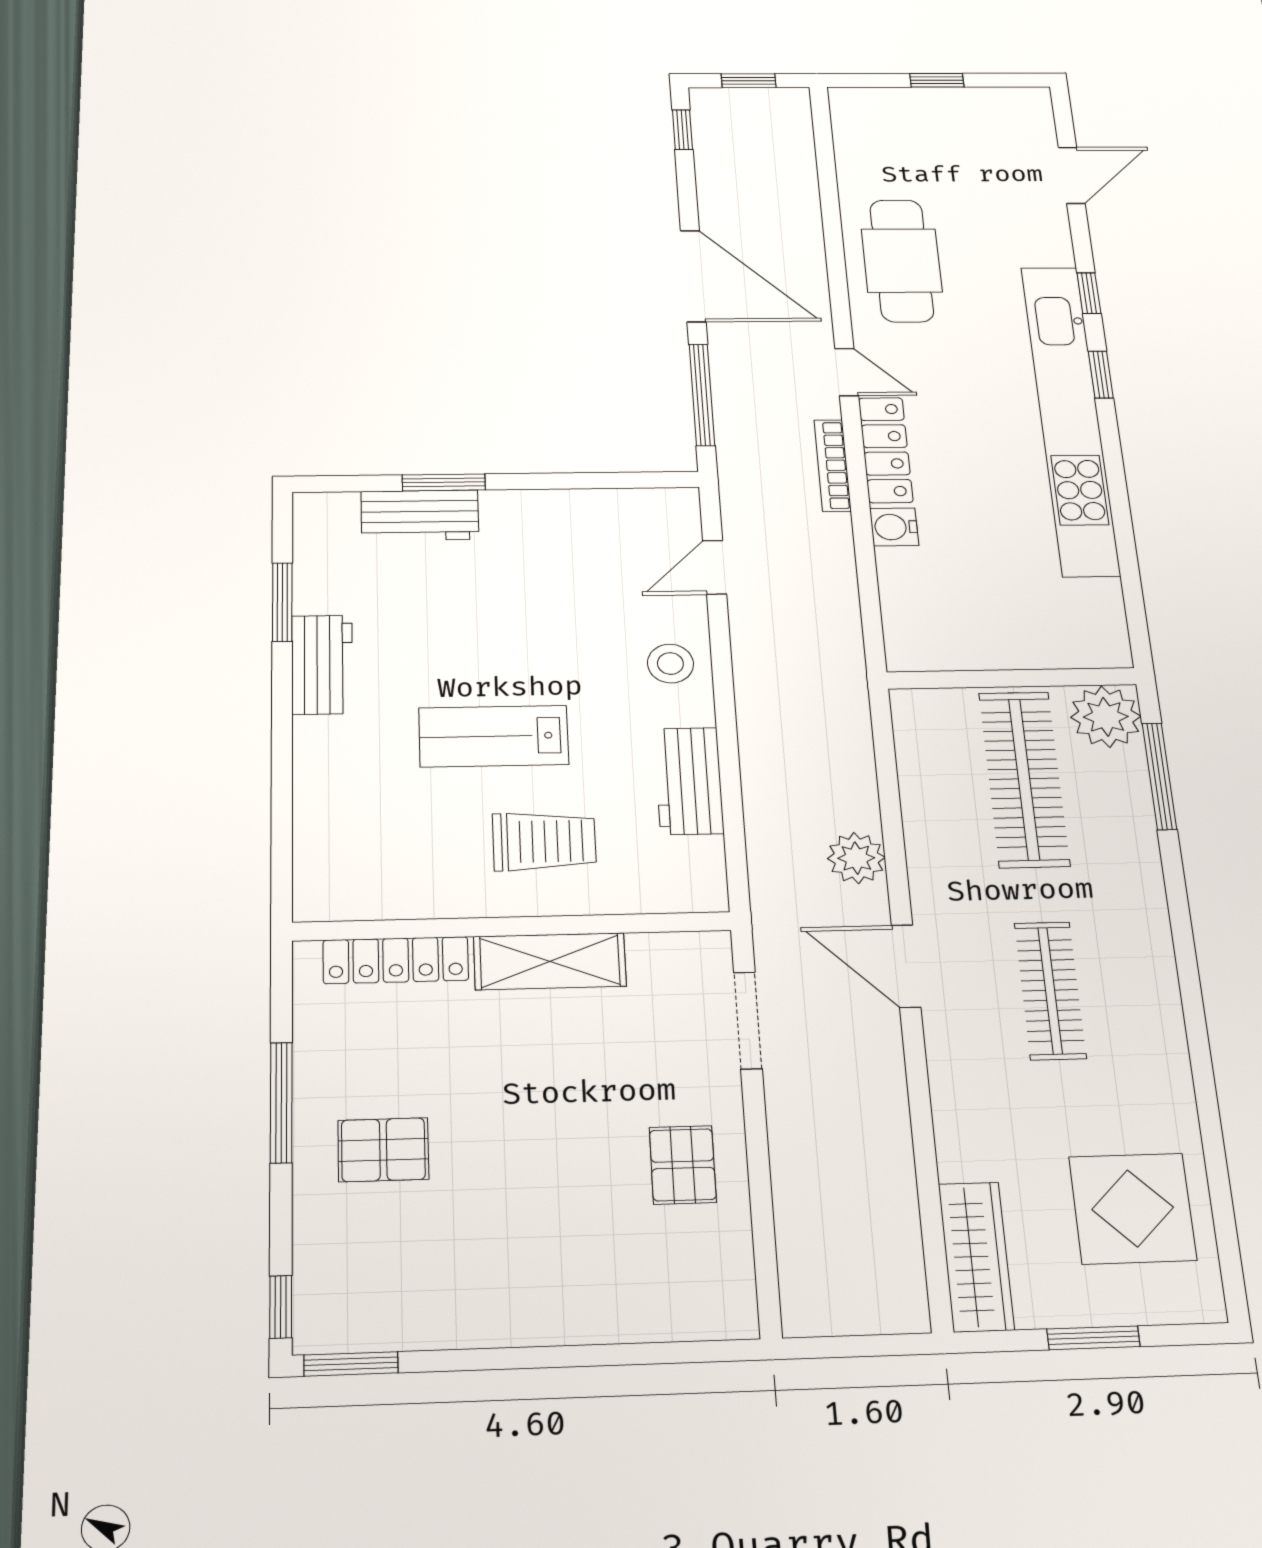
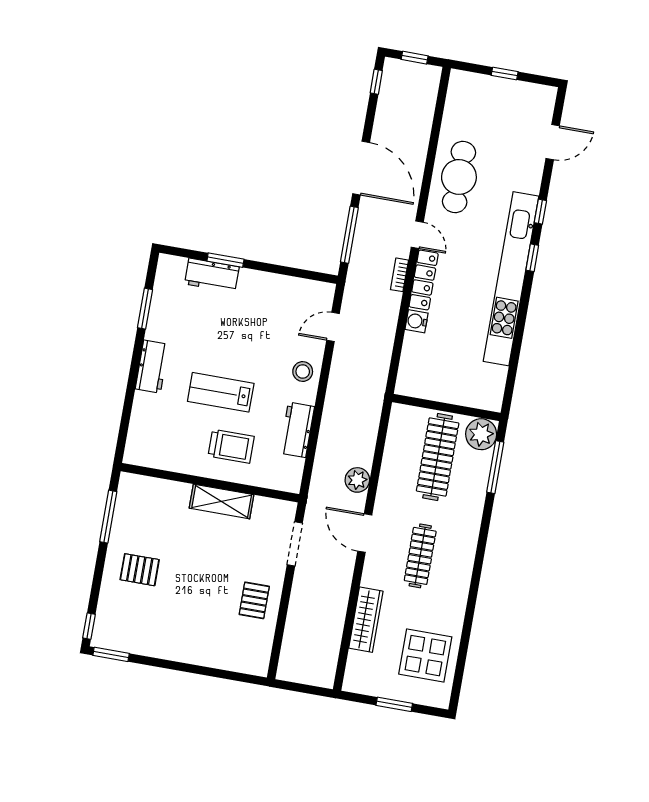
bookcase: (833, 465) -> (399, 275), width x0.64
workbench: (322, 665) -> (152, 367), moved
locker: (396, 960) -> (160, 488), removed
window: (281, 1102) -> (108, 517), moved
wardrobe: (976, 1257) -> (366, 620), moved

